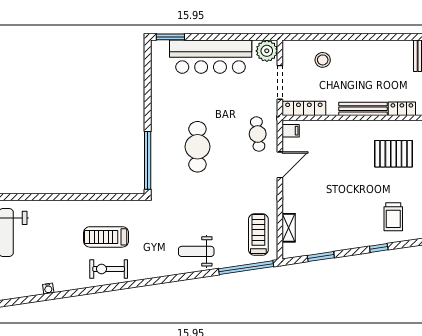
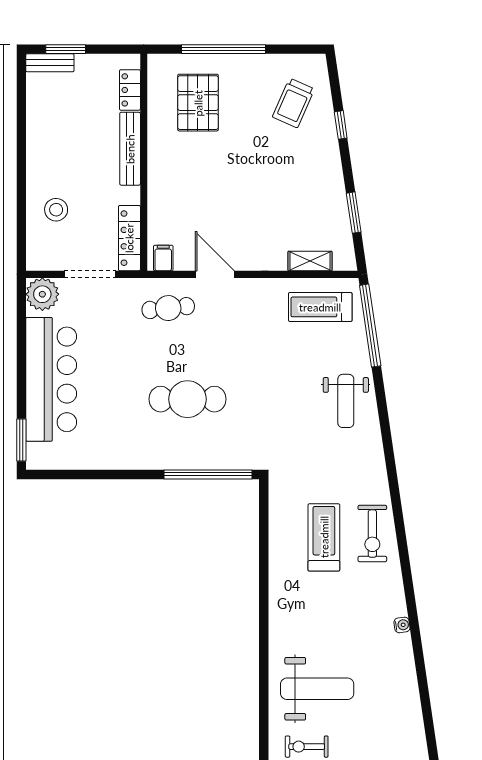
trolley: (393, 217) -> (293, 103), turned 114
treadmill: (106, 237) -> (324, 537), turned 180

